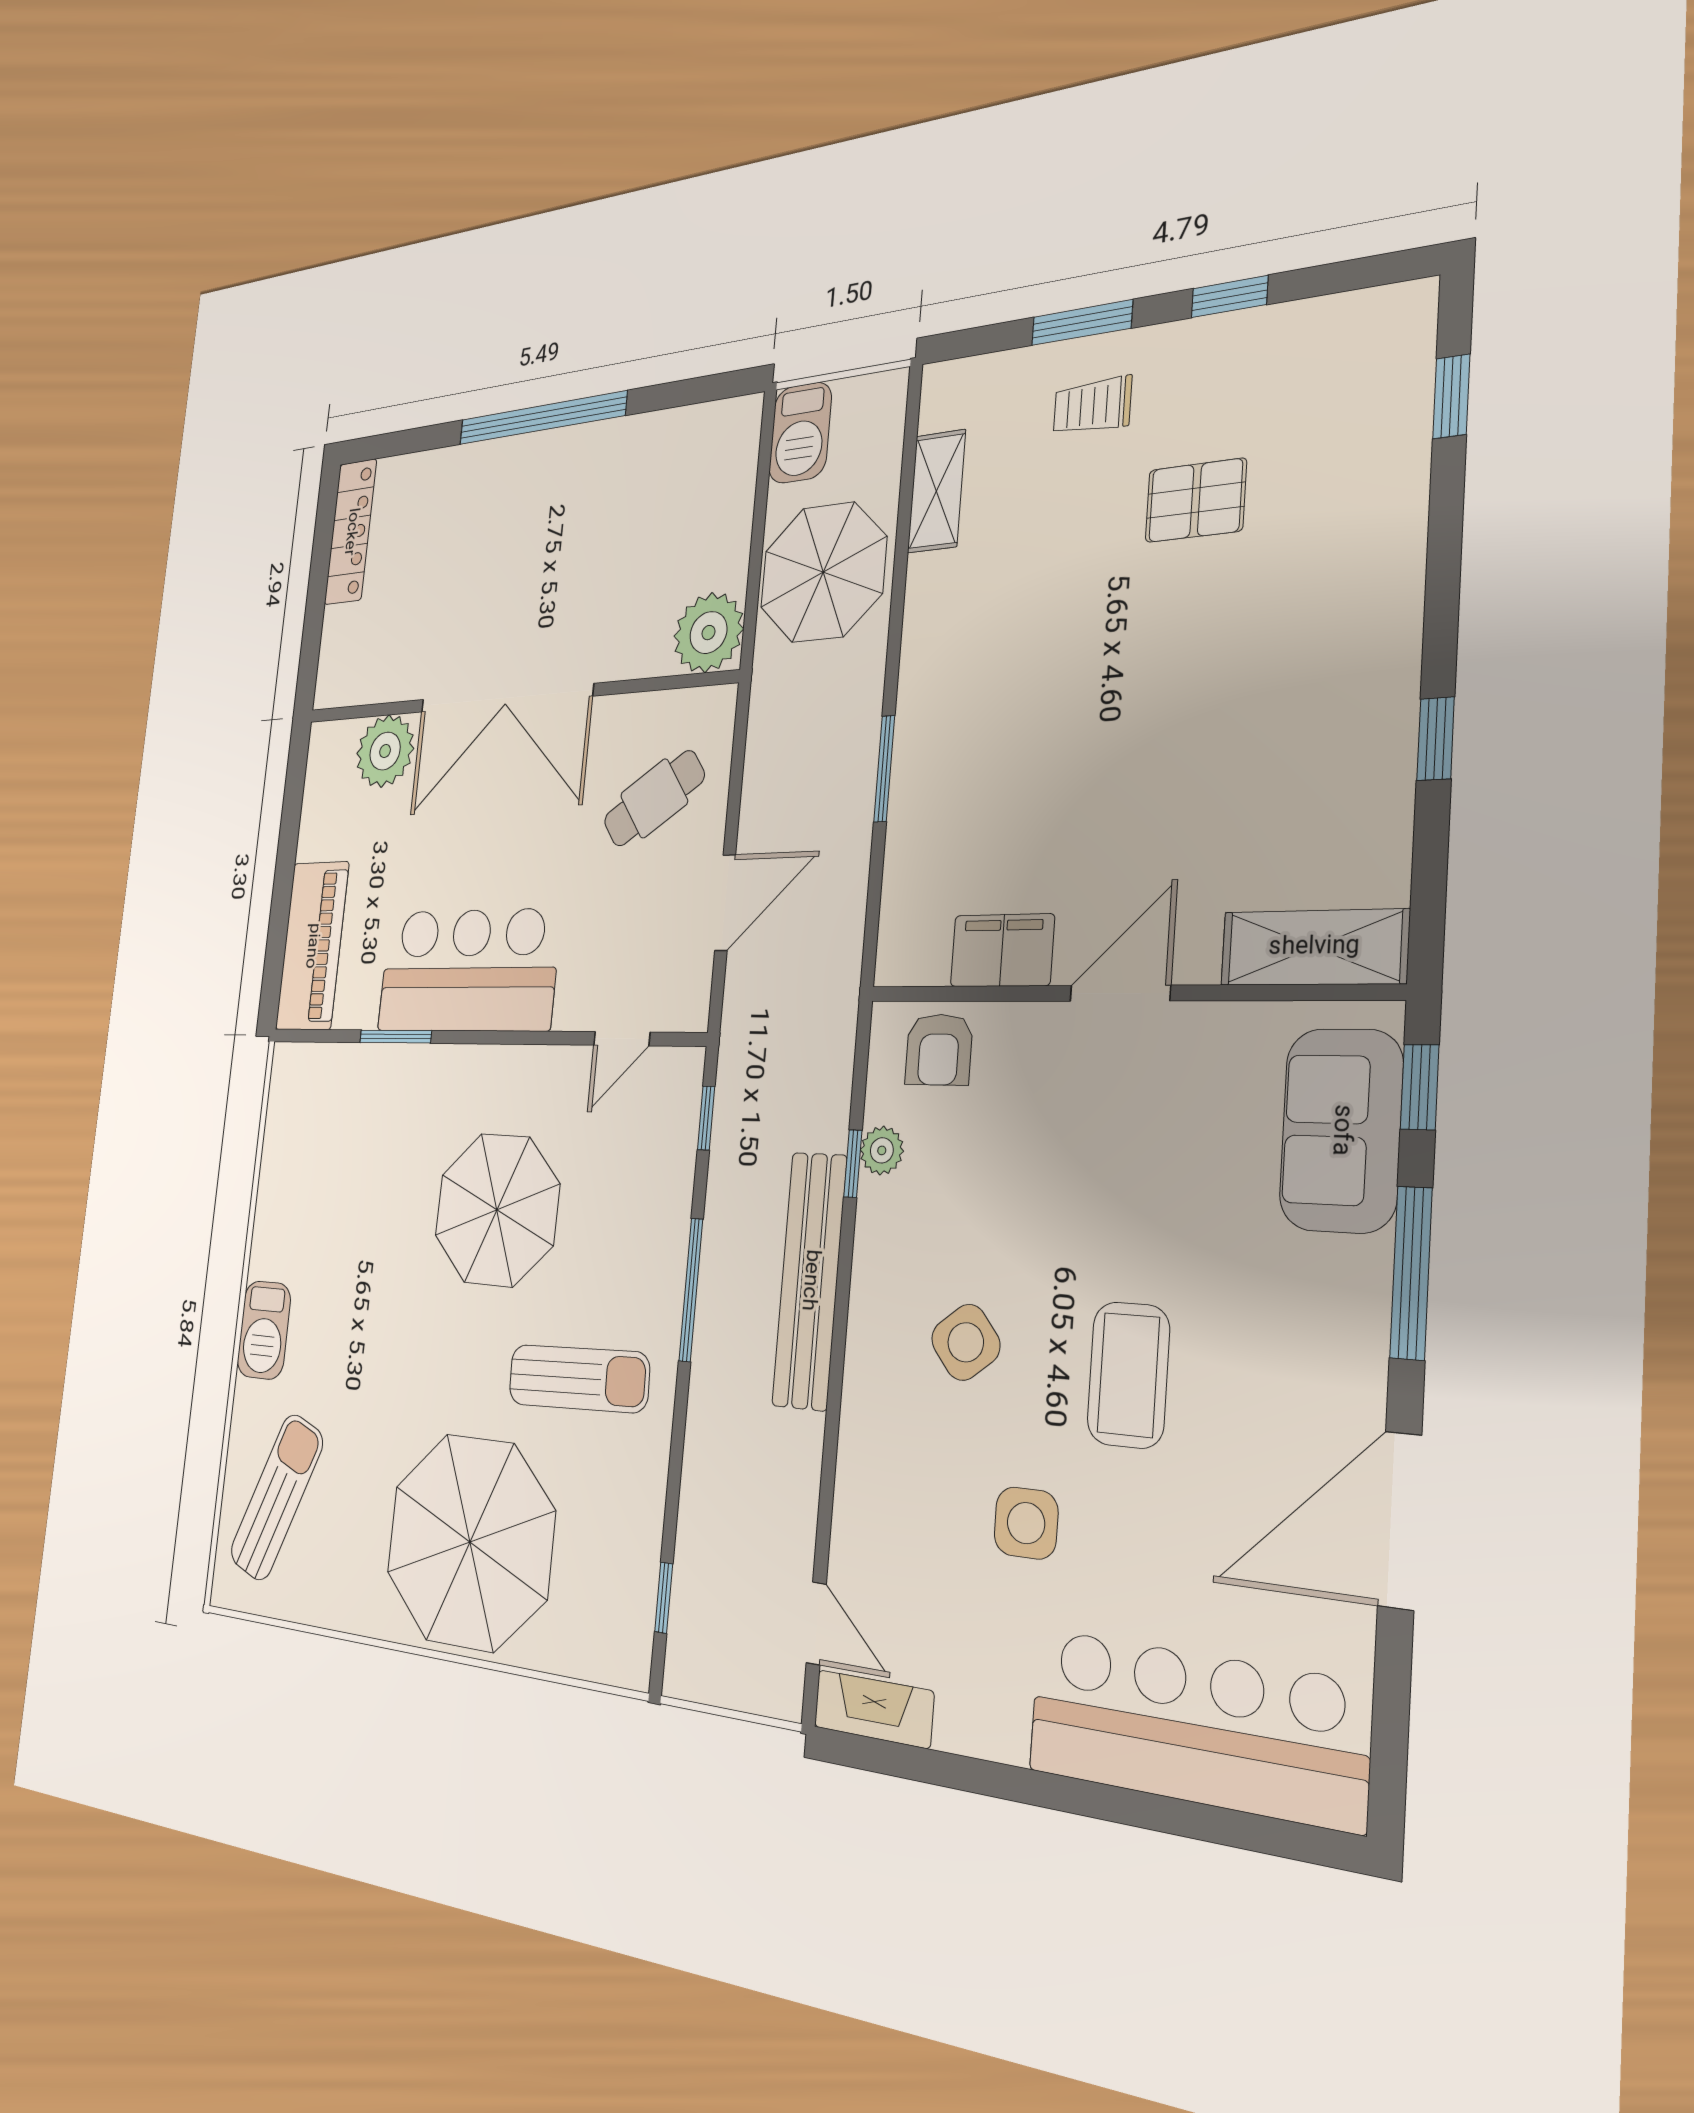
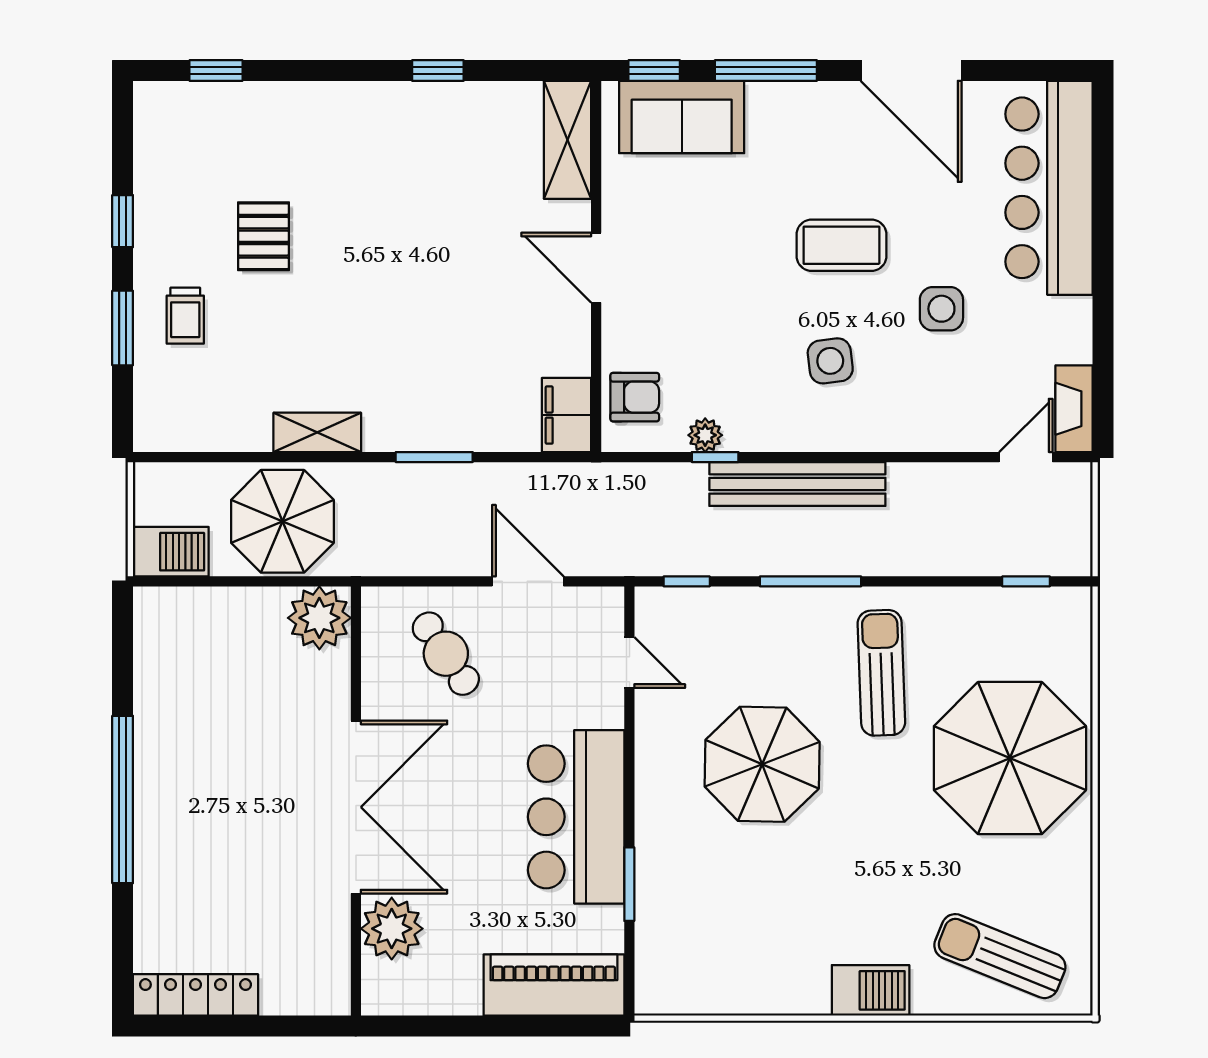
shelving: (936, 491) -> (317, 432), moved
filing cabinet: (1002, 950) -> (566, 415), moved
side table: (966, 1342) -> (830, 361), turned 32

